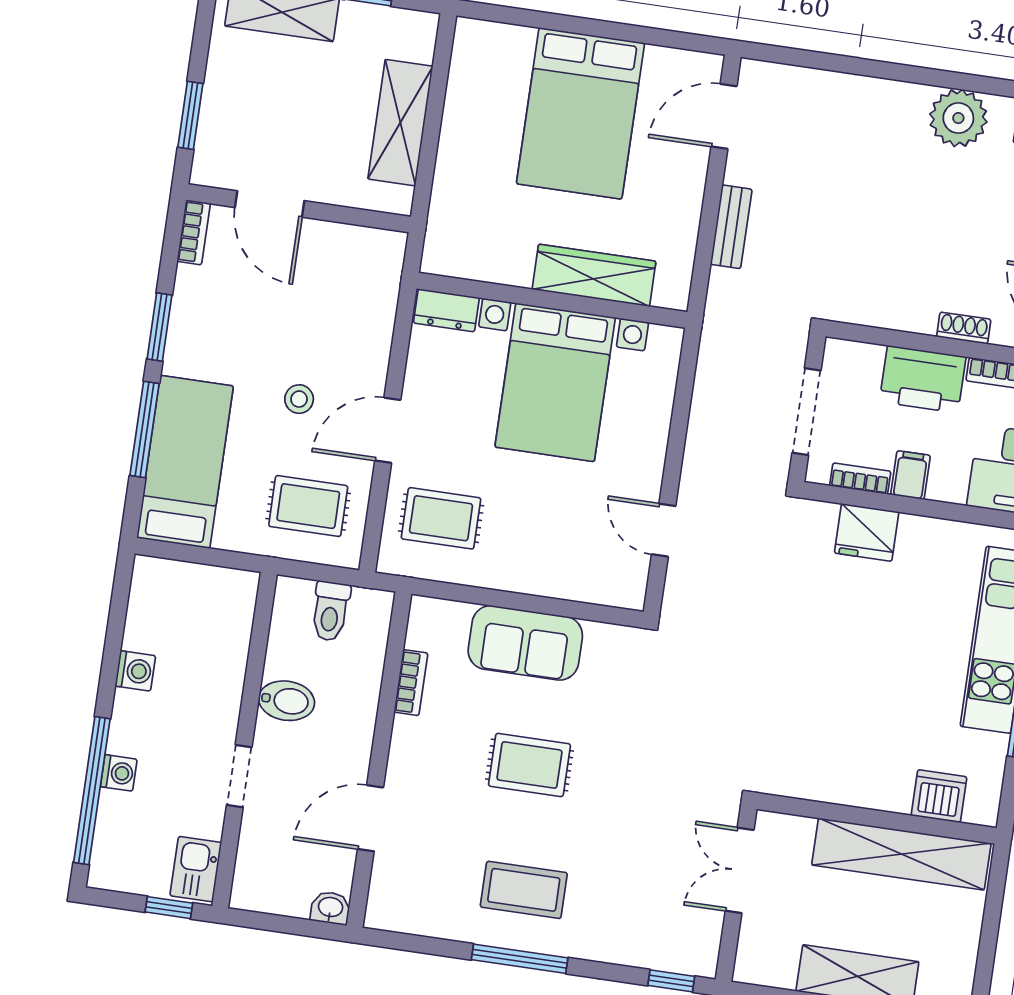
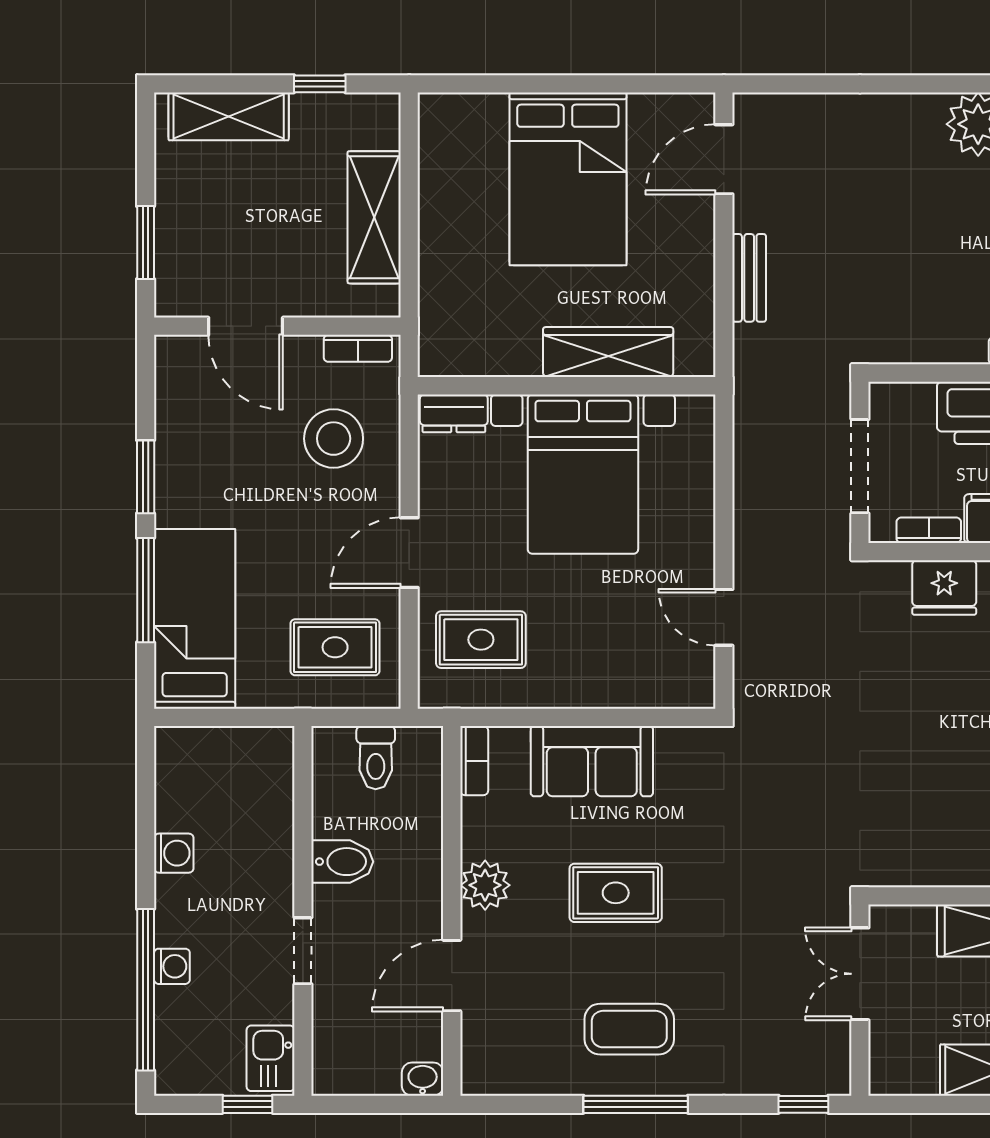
bookcase: (194, 232) -> (358, 348), moved, turned 90
stool: (299, 399) -> (334, 439), moved, width x1.89, depth x1.89
bookcase: (411, 683) -> (474, 761), moved
plant: (412, 741) -> (485, 885), added

